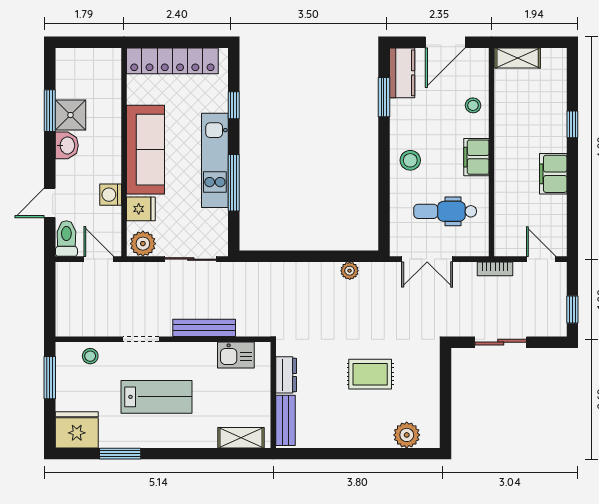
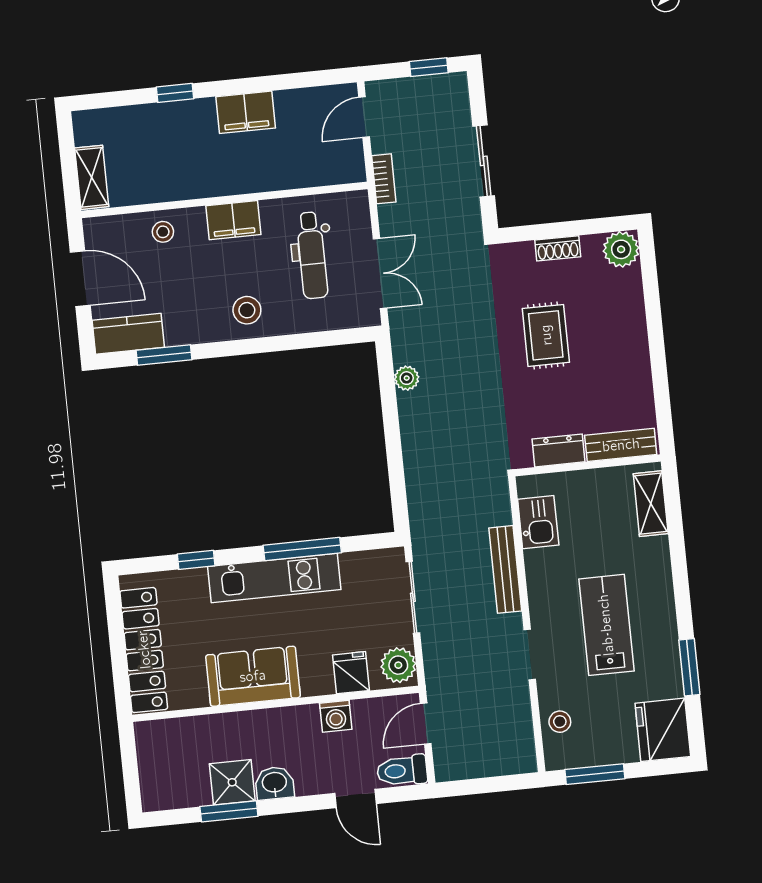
sofa: (145, 150) -> (253, 676), width x0.73
shoe rack: (432, 389) -> (558, 248), added
plant: (407, 435) -> (621, 249), moved

